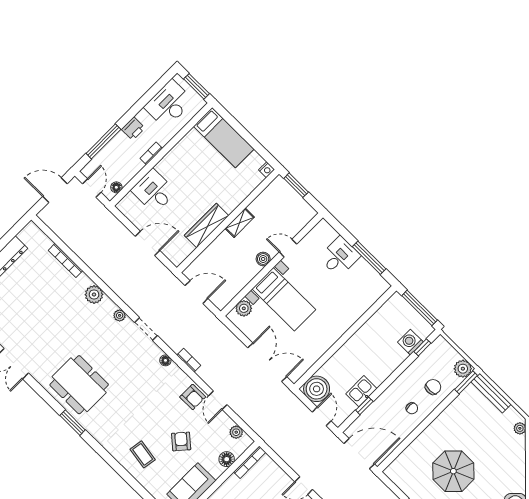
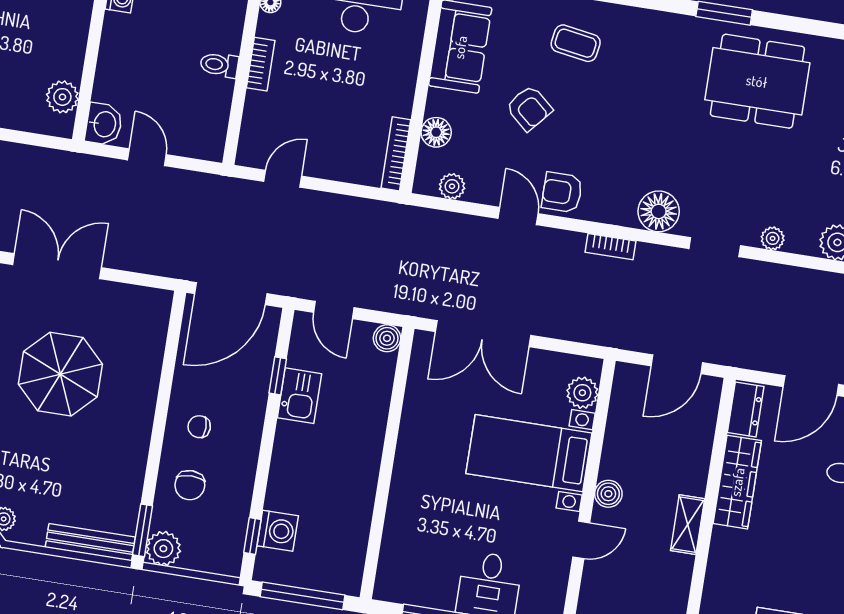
dresser: (181, 253) -> (746, 410), added
floor lamp: (165, 360) -> (659, 211), width x1.89, depth x1.89
boiler: (317, 389) -> (387, 338), width x0.54, depth x0.54

